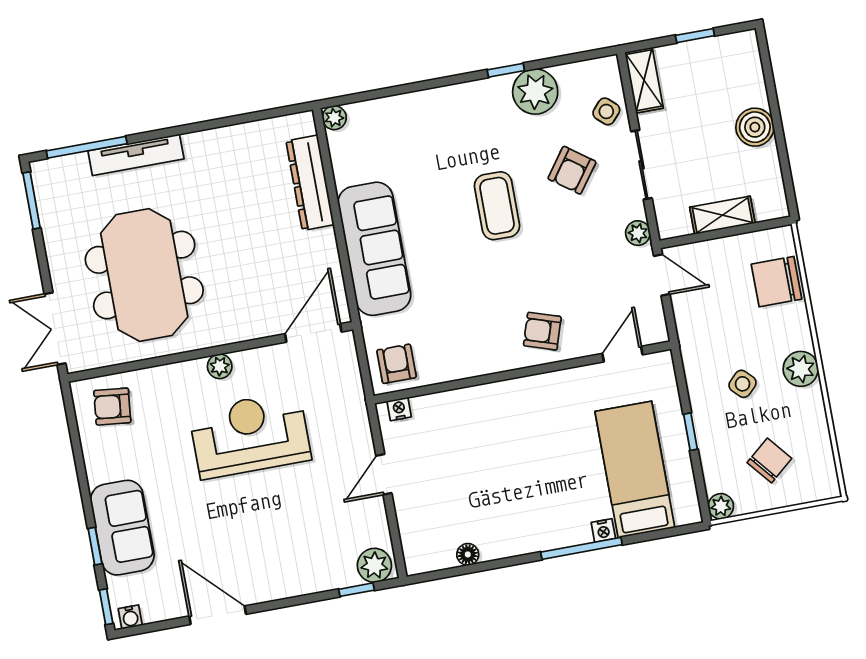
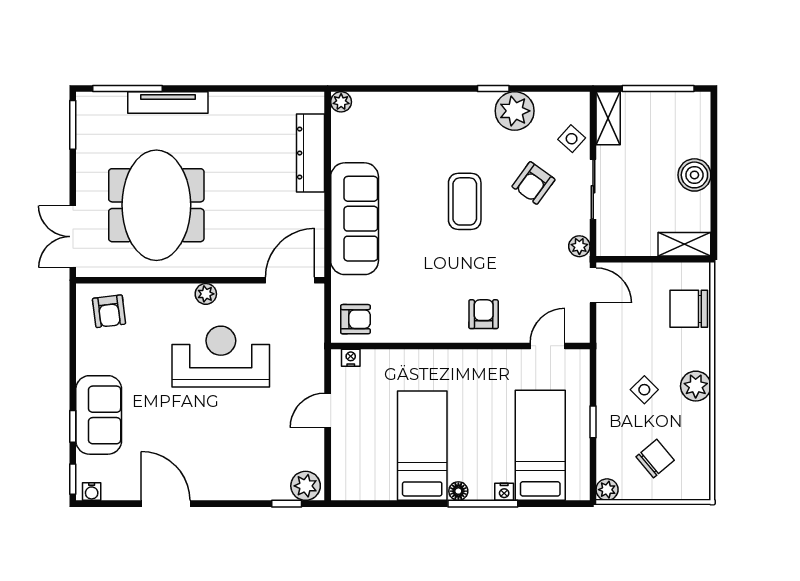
window: (695, 36) -> (658, 88), width x2.17
shelving: (722, 215) -> (684, 244), moved
armchair: (542, 331) -> (484, 314), turned 72
armchair: (396, 364) -> (355, 319), turned 90
armchair: (112, 407) -> (109, 311), turned -103
bed: (500, 495) -> (422, 446), added
floor lamp: (468, 554) -> (458, 491), moved

